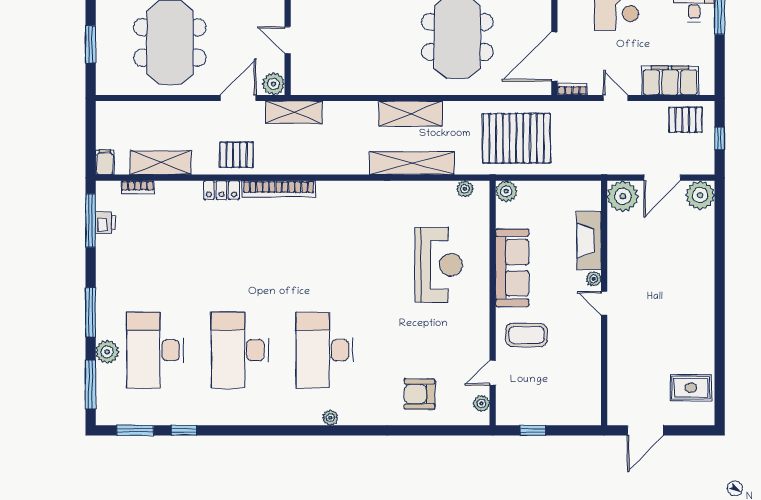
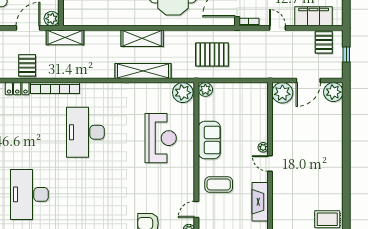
pallet: (686, 120) -> (324, 42), turned 90
pallet: (516, 138) -> (212, 54), width x0.73, depth x0.71
pallet: (237, 155) -> (27, 65), turned 90
plant: (465, 189) -> (183, 93), width x1.88, depth x1.88
fireplace: (589, 240) -> (260, 202), moved
sofa: (512, 268) -> (209, 140), width x0.73
desk: (325, 350) -> (85, 132), moved

